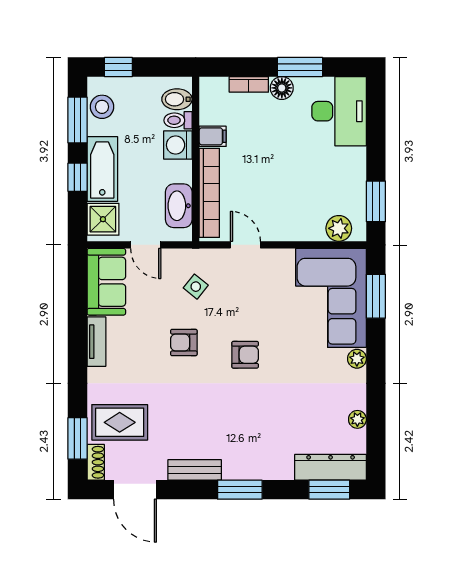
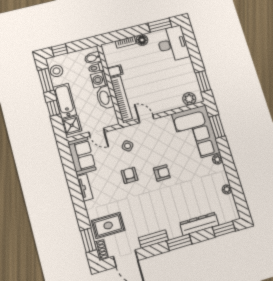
window: (300, 67) -> (160, 25), moved
washbasin: (179, 206) -> (105, 98), moved
armchair: (184, 342) -> (129, 175), turned 90
dresser: (331, 467) -> (199, 224), moved

